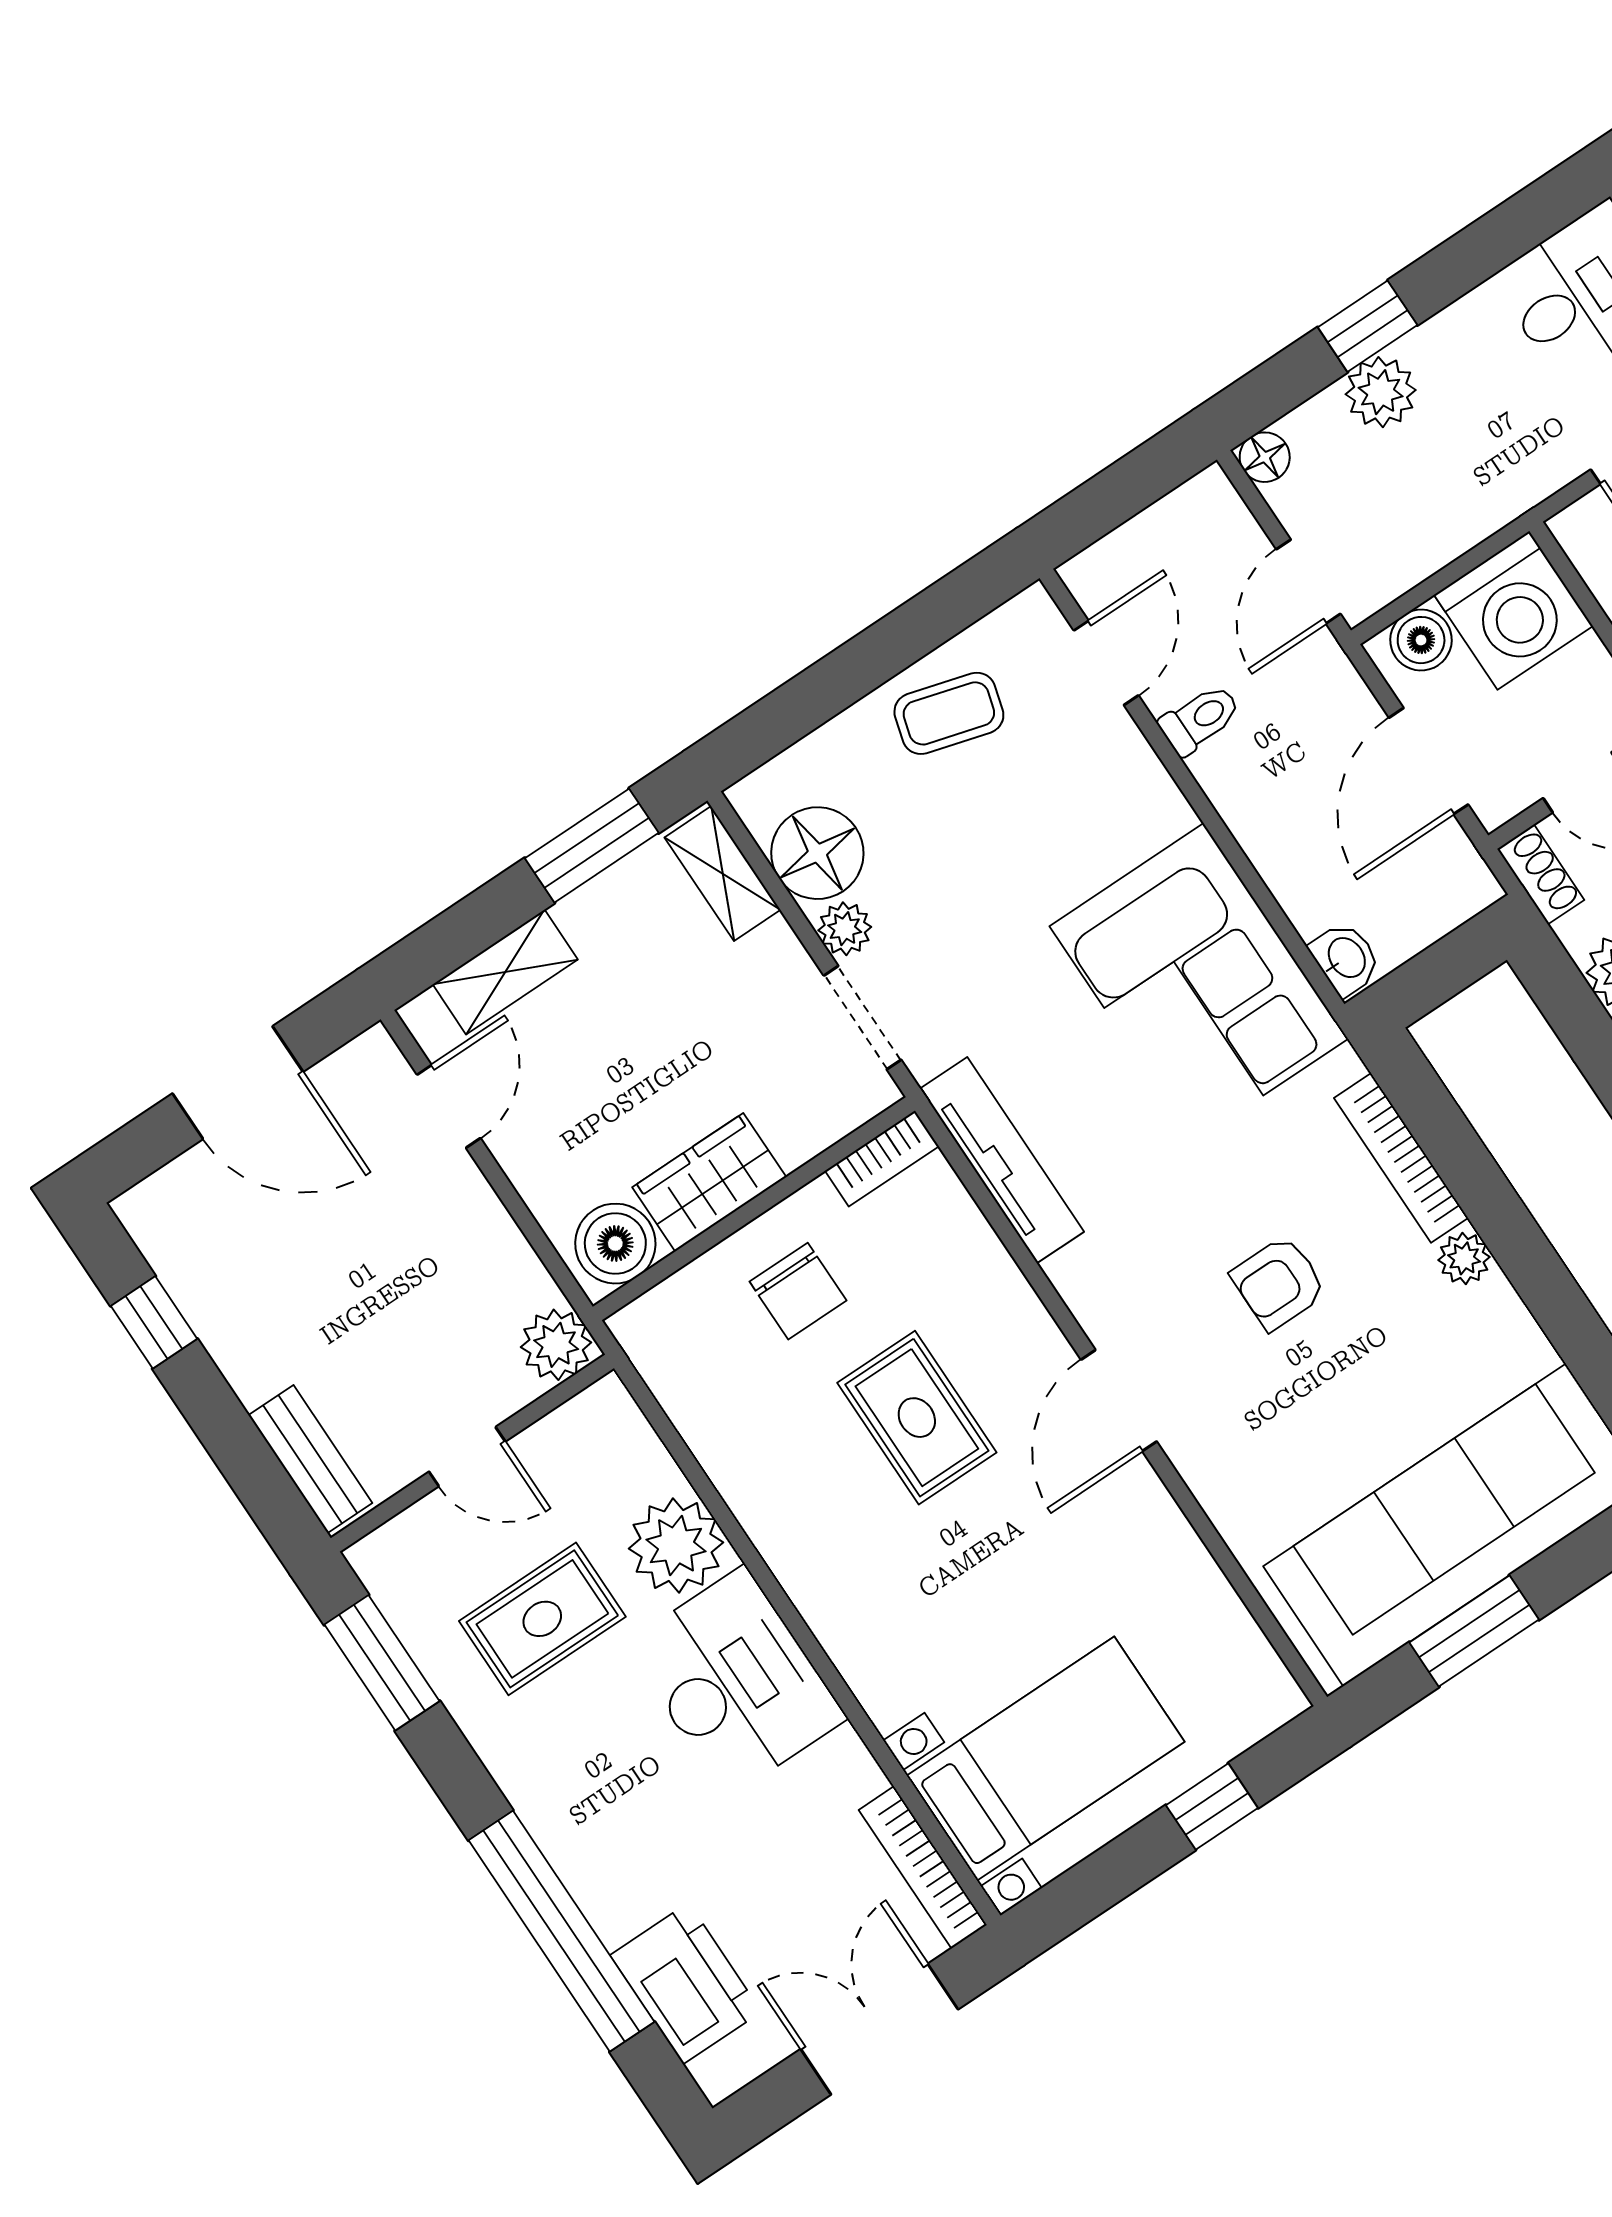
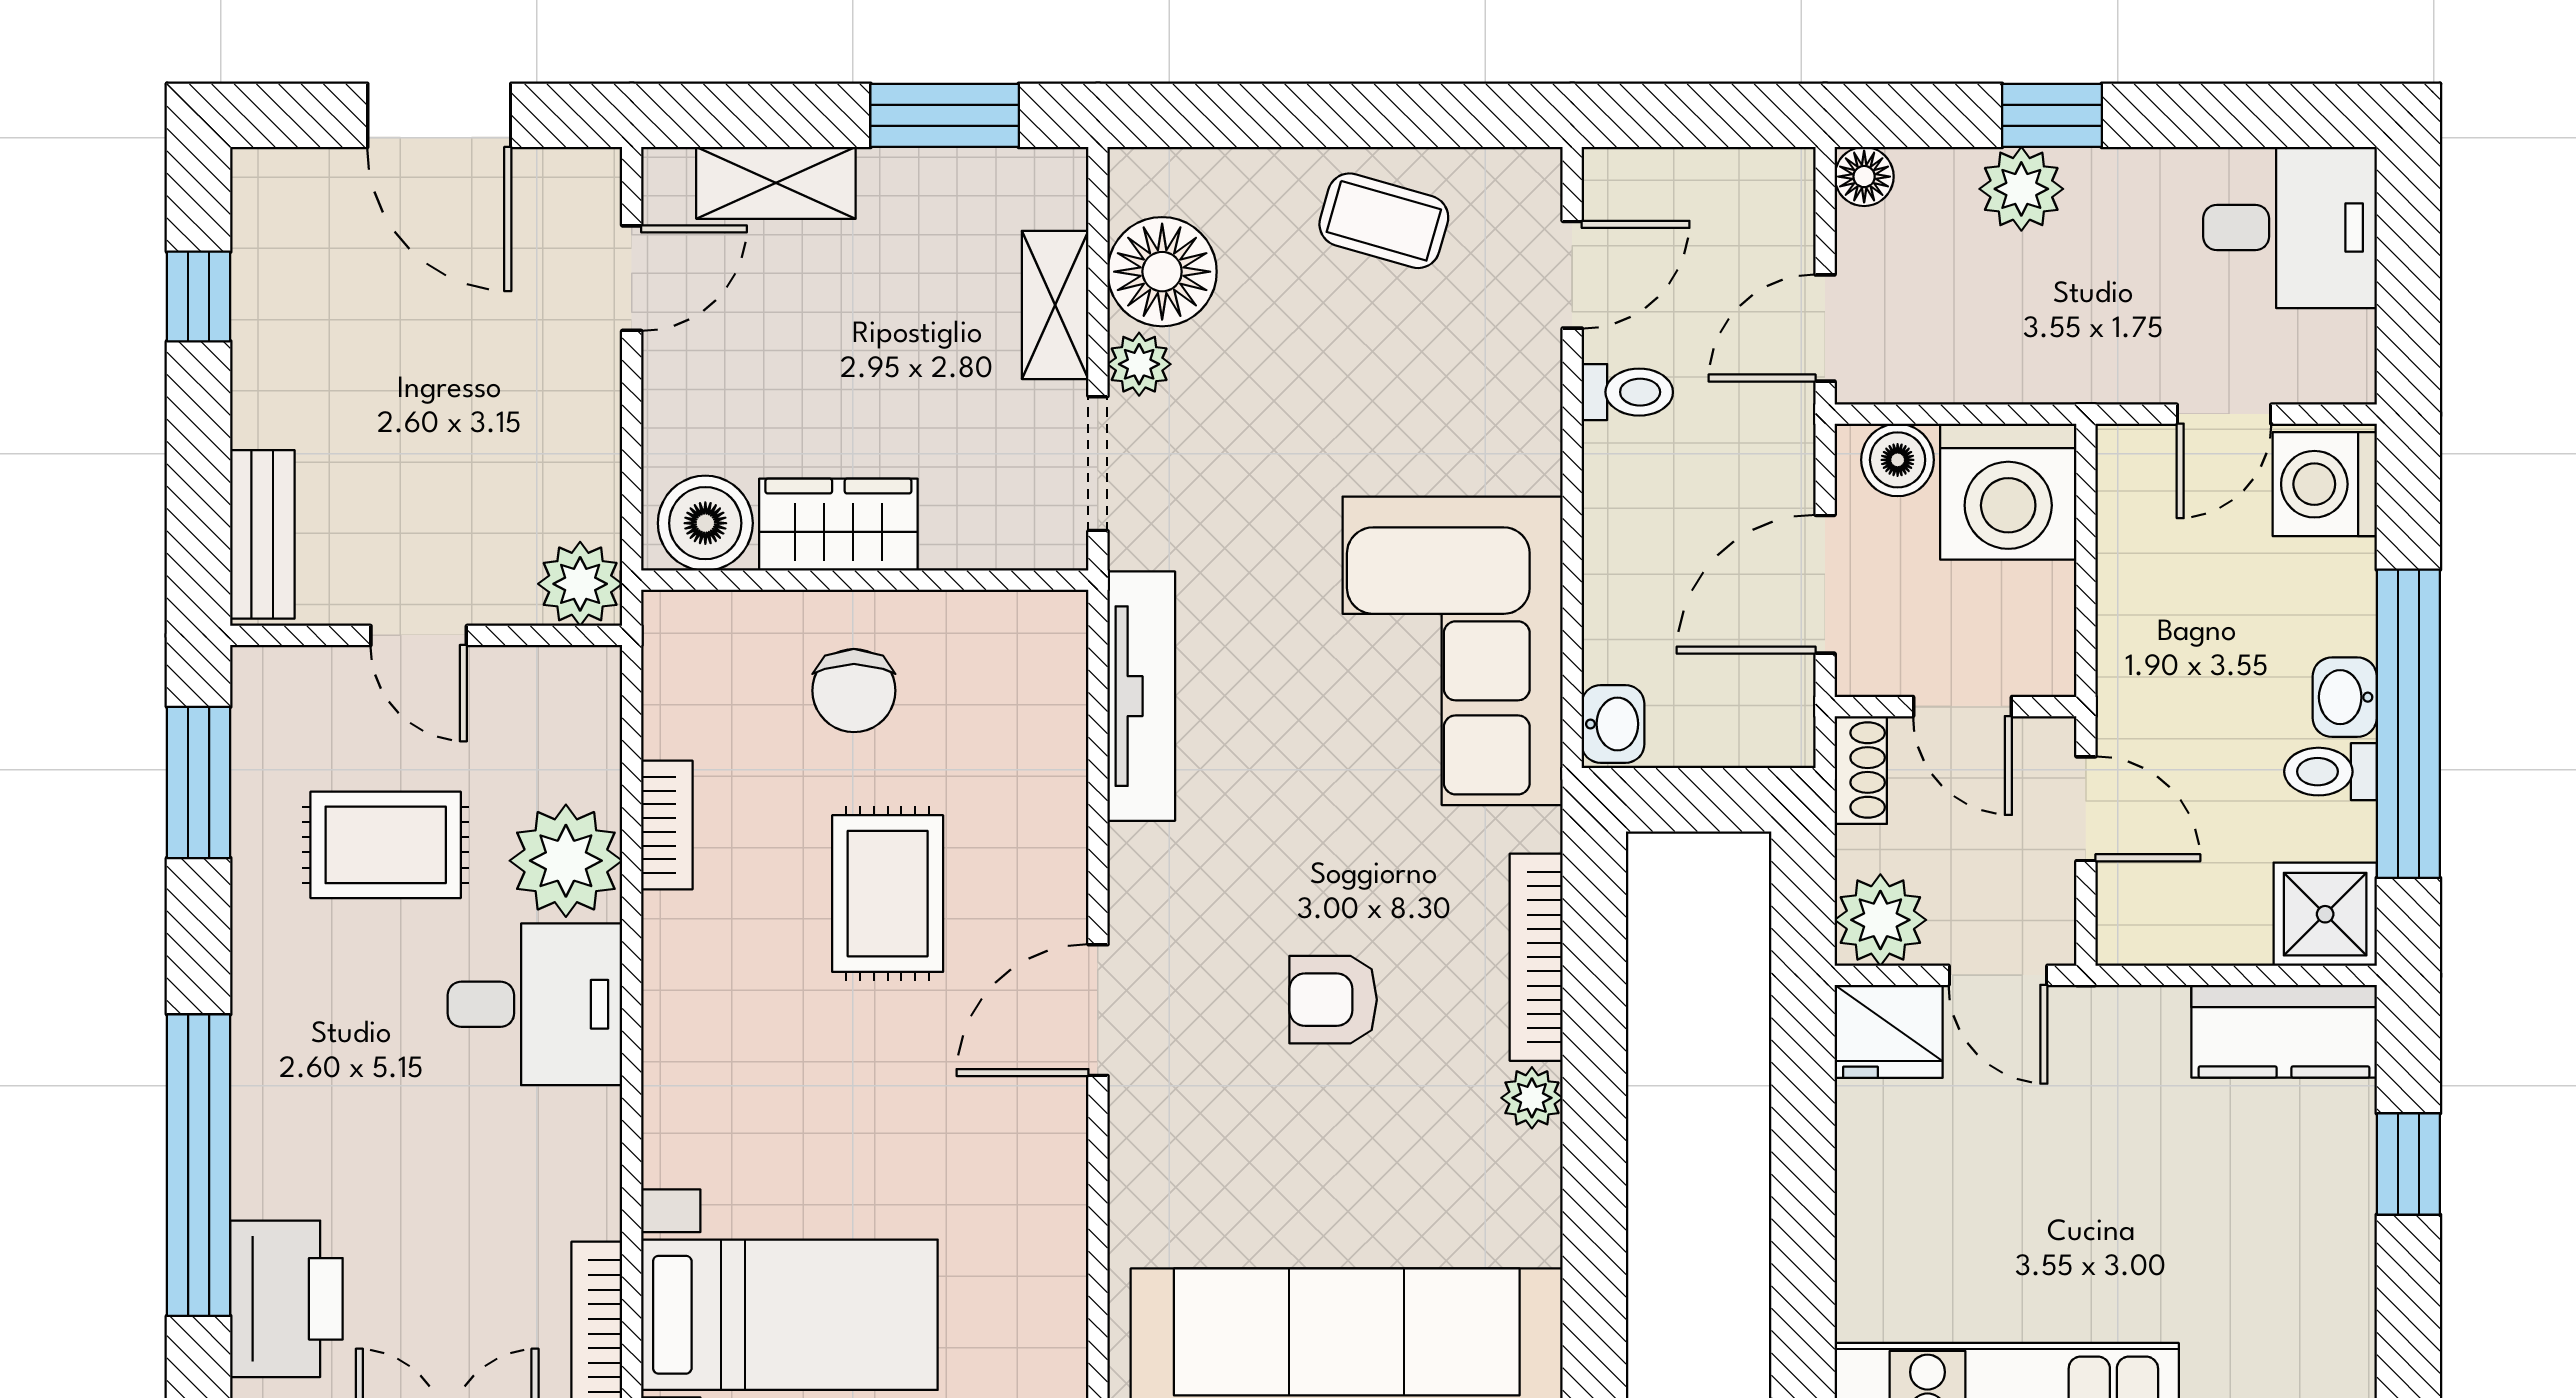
shelving: (723, 874) -> (1055, 305), moved
bookcase: (882, 1159) -> (667, 825), moved, turned -90
desk: (736, 1682) -> (535, 1004), width x0.73

